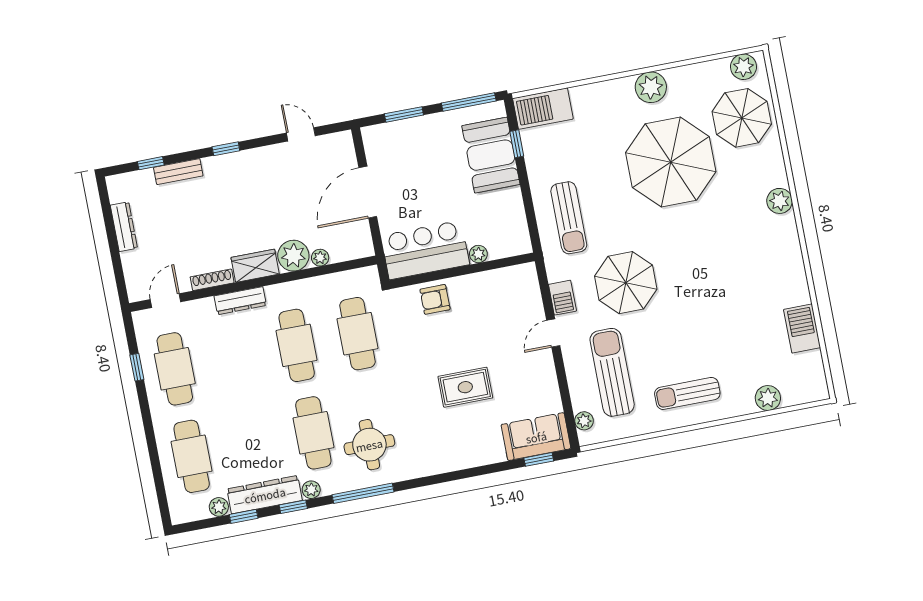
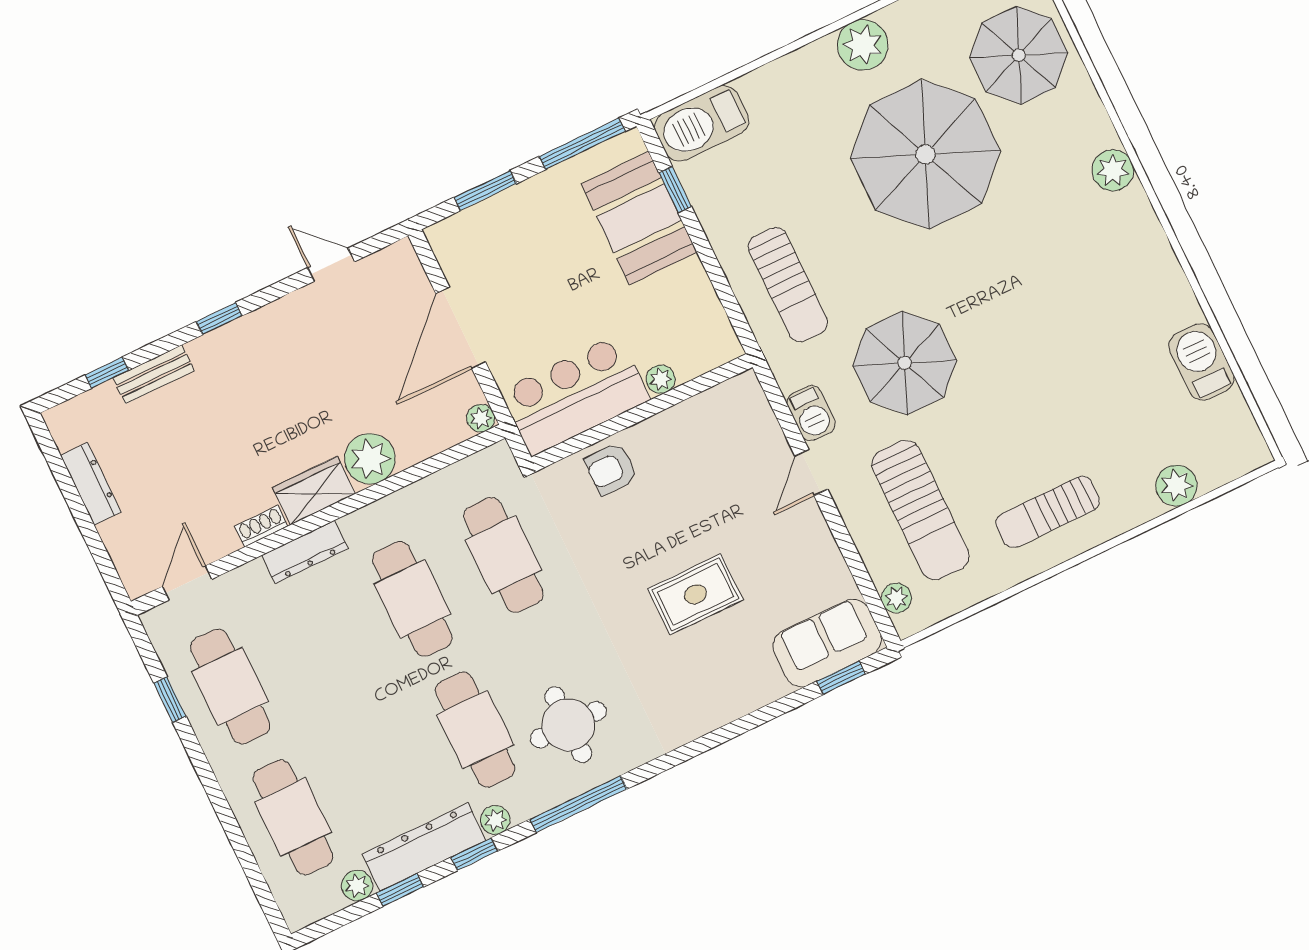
plant: (320, 258) -> (481, 418), moved
shoe rack: (212, 280) -> (261, 526), width x0.70
sun lounger: (612, 372) -> (920, 510), turned 180

